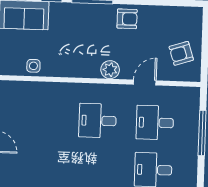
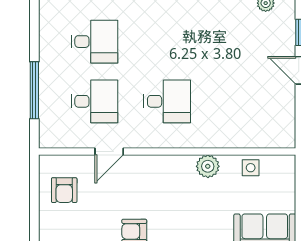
armchair: (181, 53) -> (64, 190), turned 108
plant: (110, 70) -> (208, 166), moved

